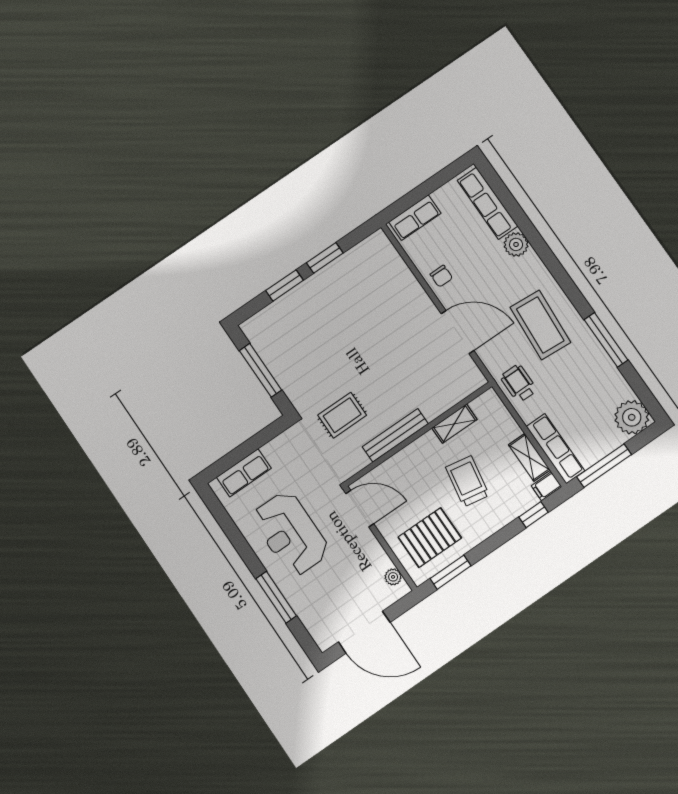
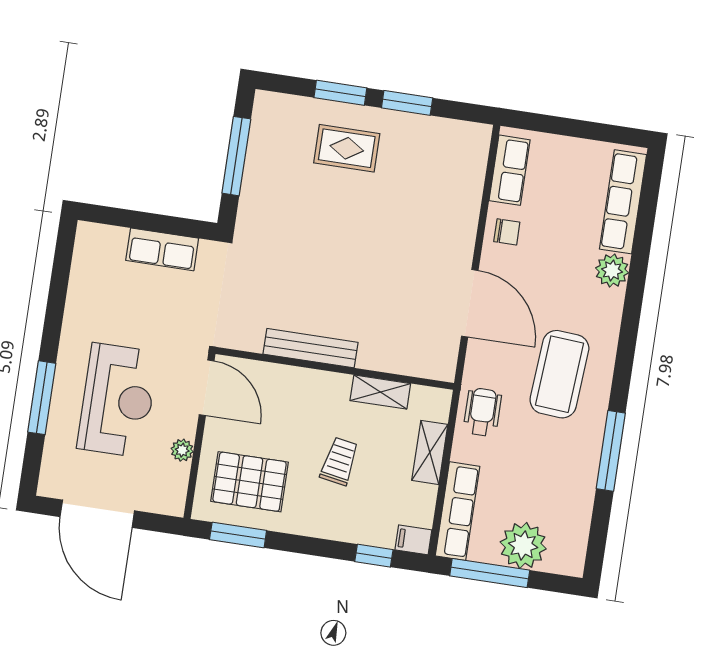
row of seats: (415, 218) -> (510, 170), moved, turned -90
chair: (441, 276) -> (507, 232), turned -90
rug: (342, 415) -> (347, 148), moved
plant: (632, 417) -> (523, 545), moved
shelving: (529, 457) -> (430, 452), moved
row of seats: (244, 473) -> (162, 249), moved
trolley: (467, 481) -> (339, 461), width x0.73, depth x0.72
reception desk: (290, 534) -> (118, 400), moved, turned 180
plant: (393, 577) -> (182, 450), moved

